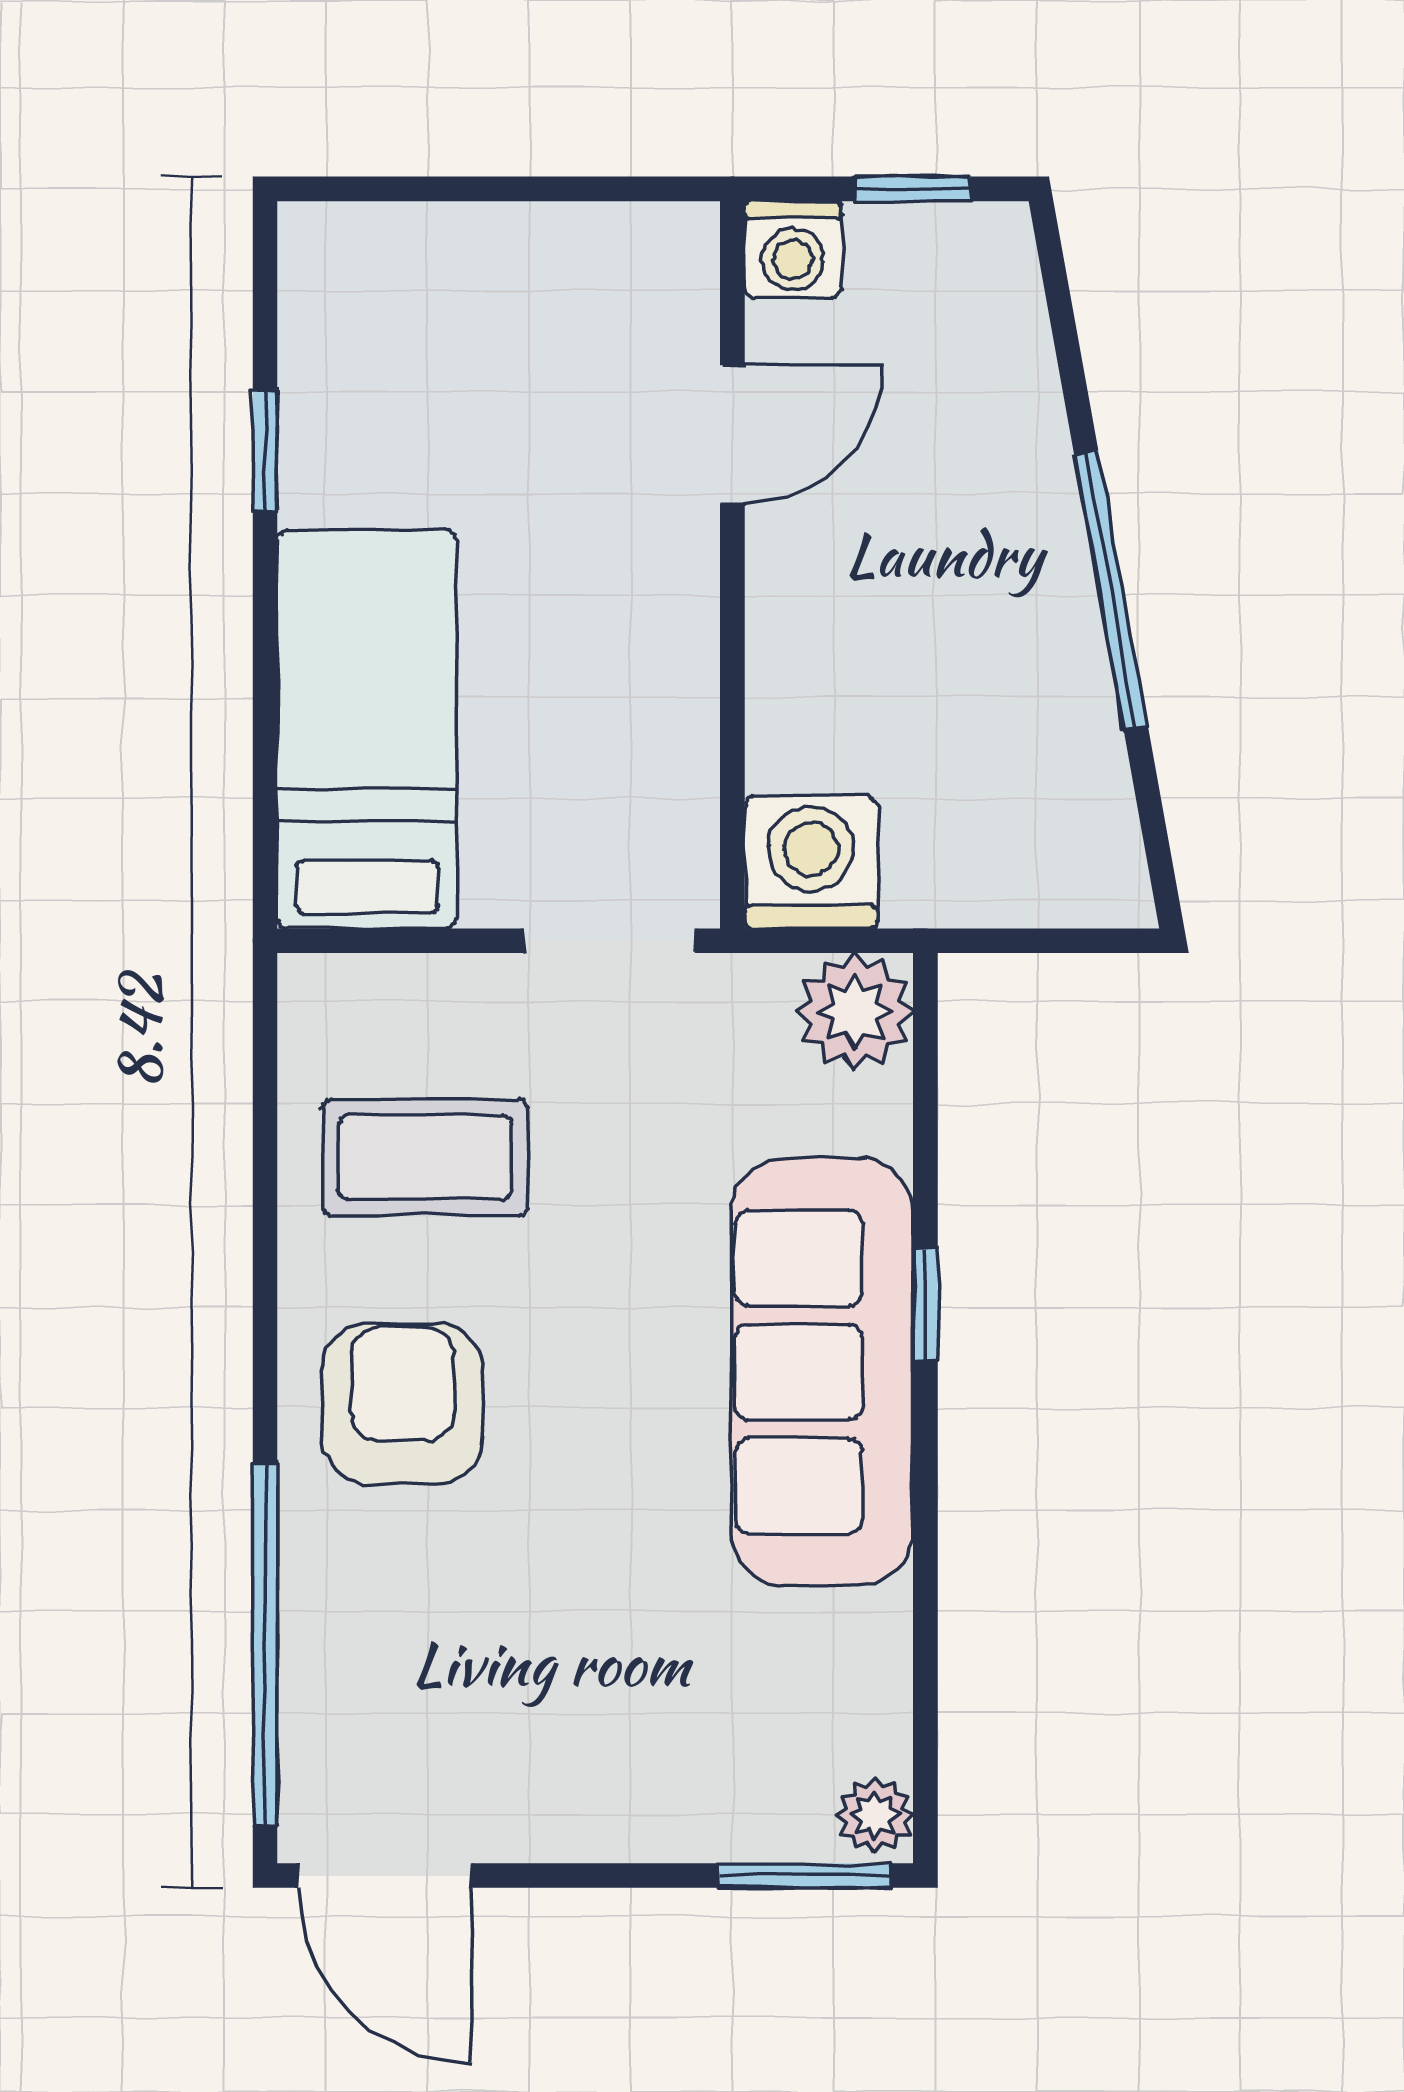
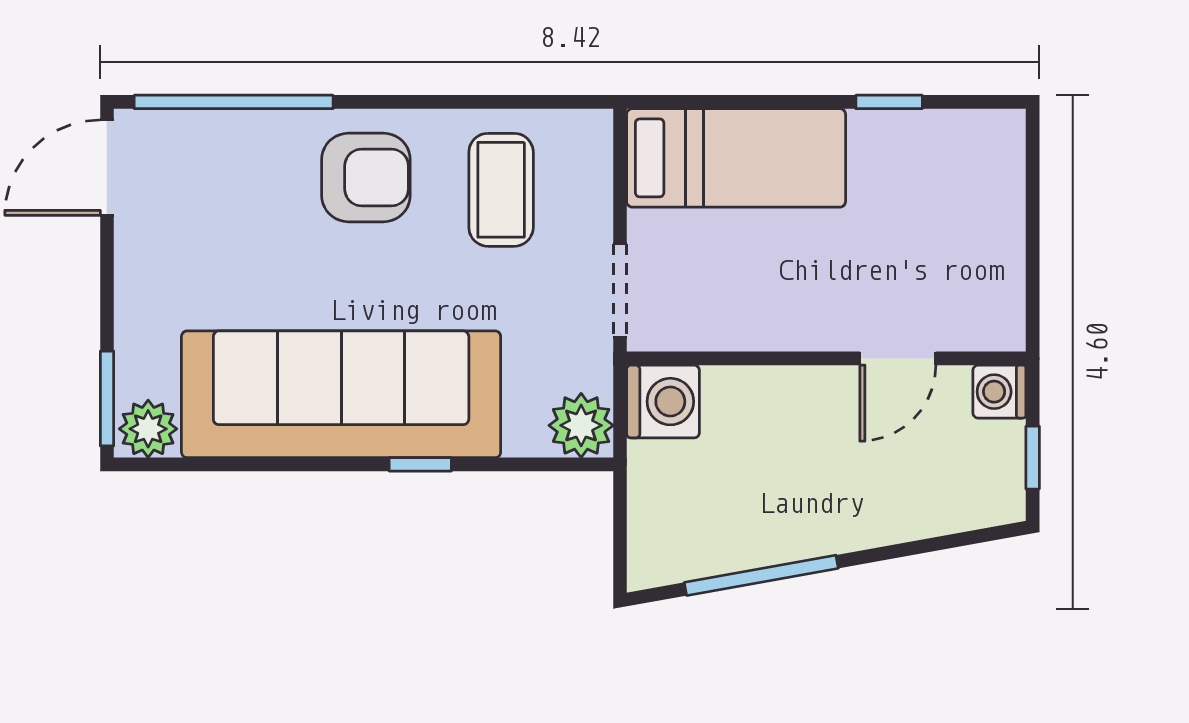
door: (732, 434) -> (898, 358), hinge flipped
window: (1111, 590) -> (761, 575), moved
sofa: (822, 1372) -> (341, 394), width x1.36, depth x1.27
plant: (875, 1815) -> (148, 429), width x1.38, depth x1.38

